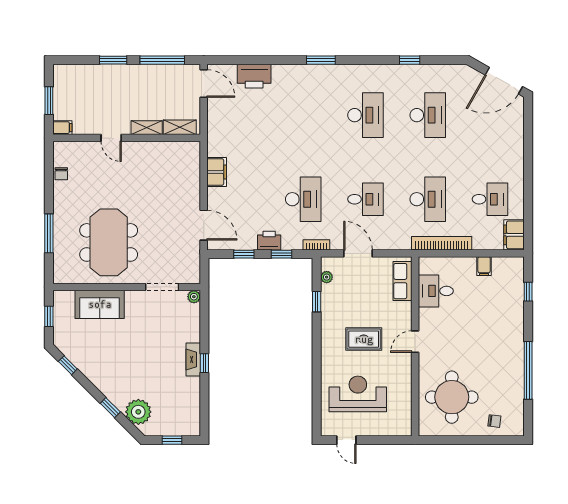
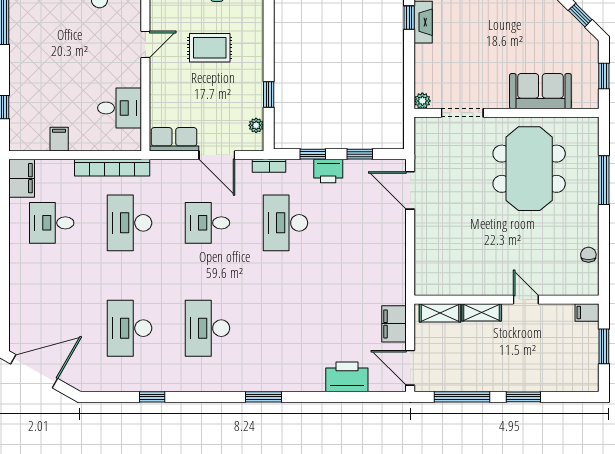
filing cabinet: (217, 172) -> (394, 324), moved
row of seats: (403, 281) -> (174, 139), moved, turned -90

